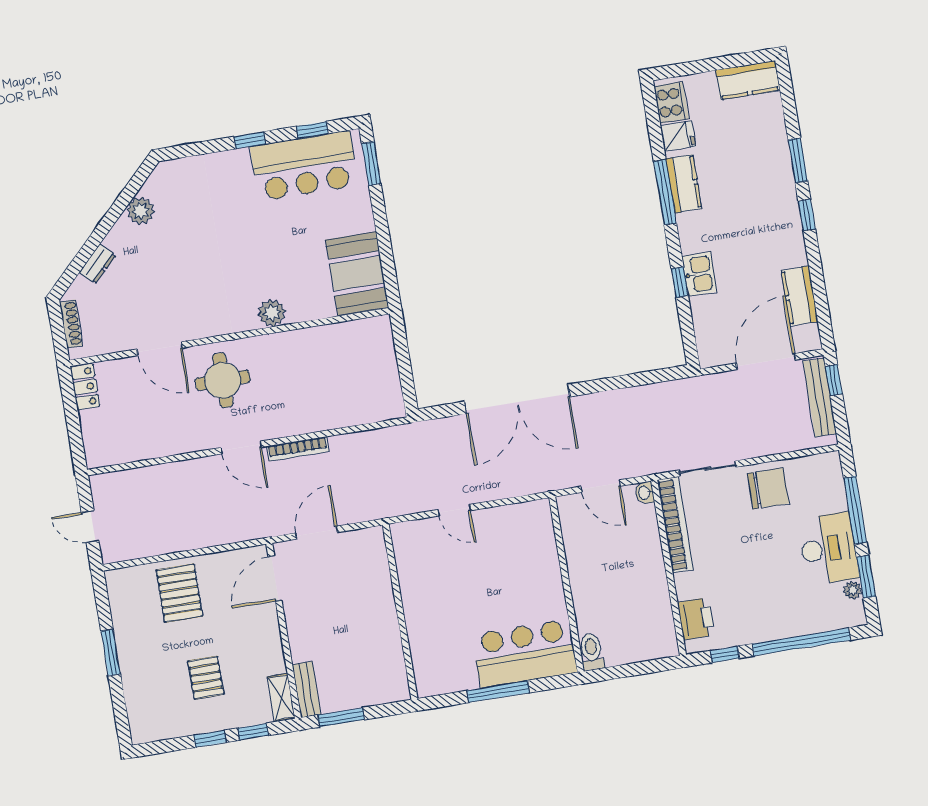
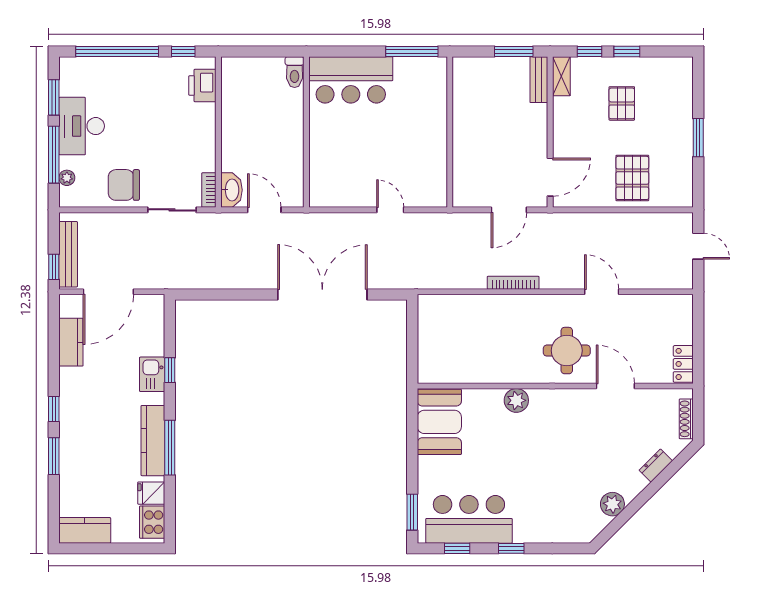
kitchen counter: (684, 184) -> (153, 441), width x1.50
door: (241, 447) -> (602, 292), moved
washbasin: (645, 493) -> (231, 190), width x1.91, depth x1.45
bookcase: (675, 525) -> (209, 190), width x0.43, depth x0.76
plant: (853, 590) -> (67, 178), moved
window: (498, 692) -> (412, 52), moved

